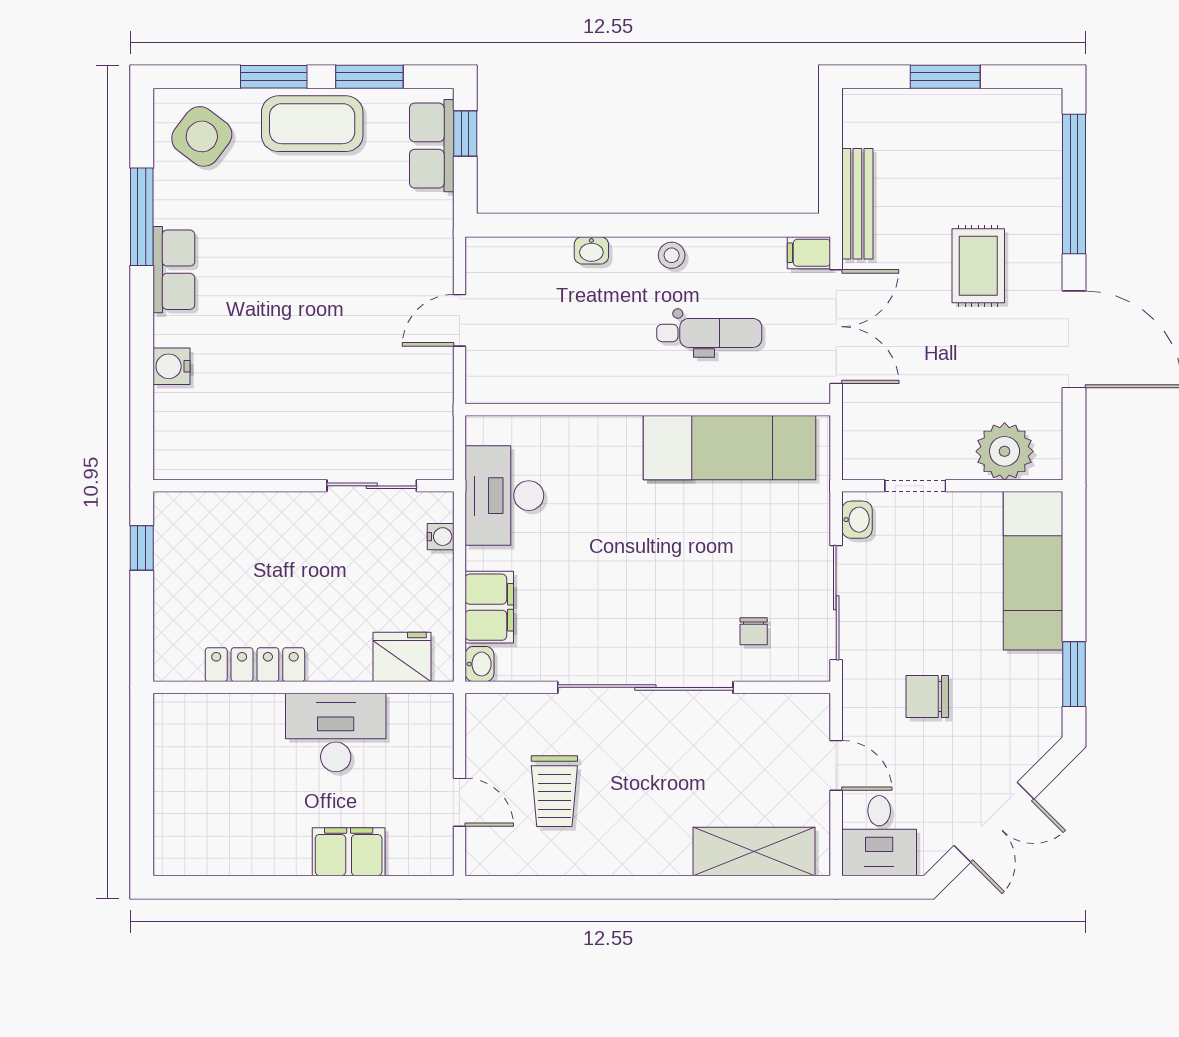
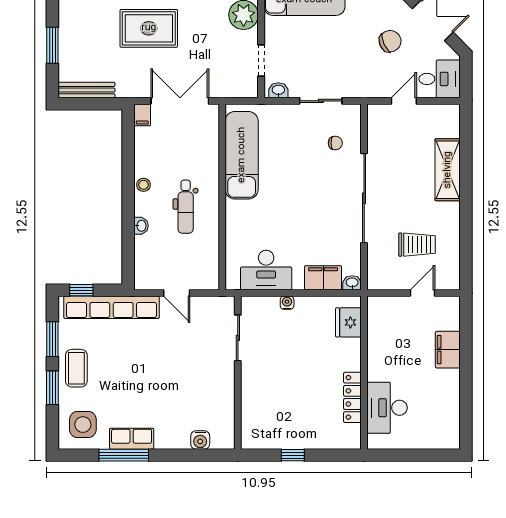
coffee table: (312, 124) -> (76, 368), width x0.73, depth x0.76
side table: (202, 136) -> (83, 425), turned -37
row of seats: (432, 146) -> (112, 307), width x2.02
bench: (857, 204) -> (87, 90), moved
rug: (978, 266) -> (149, 28), width x1.36, depth x1.43
row of seats: (174, 270) -> (132, 439), moved
dental chair: (709, 333) -> (186, 207), moved, turned 180
wall: (303, 486) -> (238, 373), moved
sliding door: (372, 486) -> (238, 338), moved
sliding door: (836, 603) -> (321, 101), width x0.73
chair: (927, 696) -> (390, 41), moved, turned -114
desk: (336, 733) -> (387, 408), moved
shelving: (754, 851) -> (448, 170), moved

